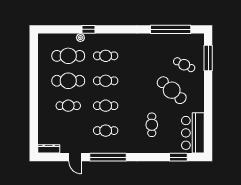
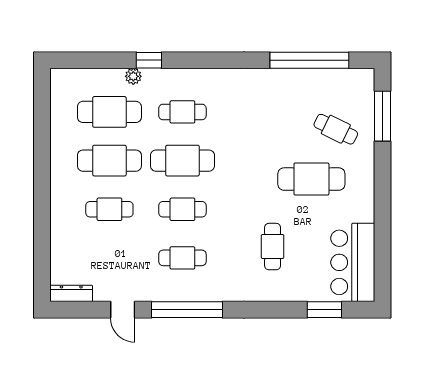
cafe table: (106, 81) -> (182, 161), width x1.37, depth x1.35
cafe table: (172, 90) -> (311, 179), turned -42

